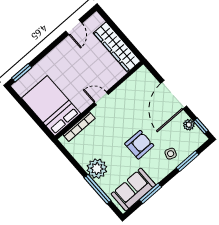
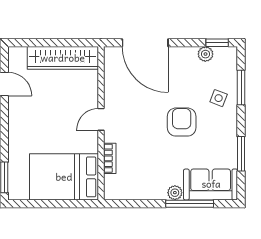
door: (174, 95) -> (145, 43), moved
bookcase: (79, 127) -> (110, 158), width x0.64
plant: (97, 169) -> (175, 193), width x0.53, depth x0.53
sofa: (133, 190) -> (211, 184), moved, turned 90

